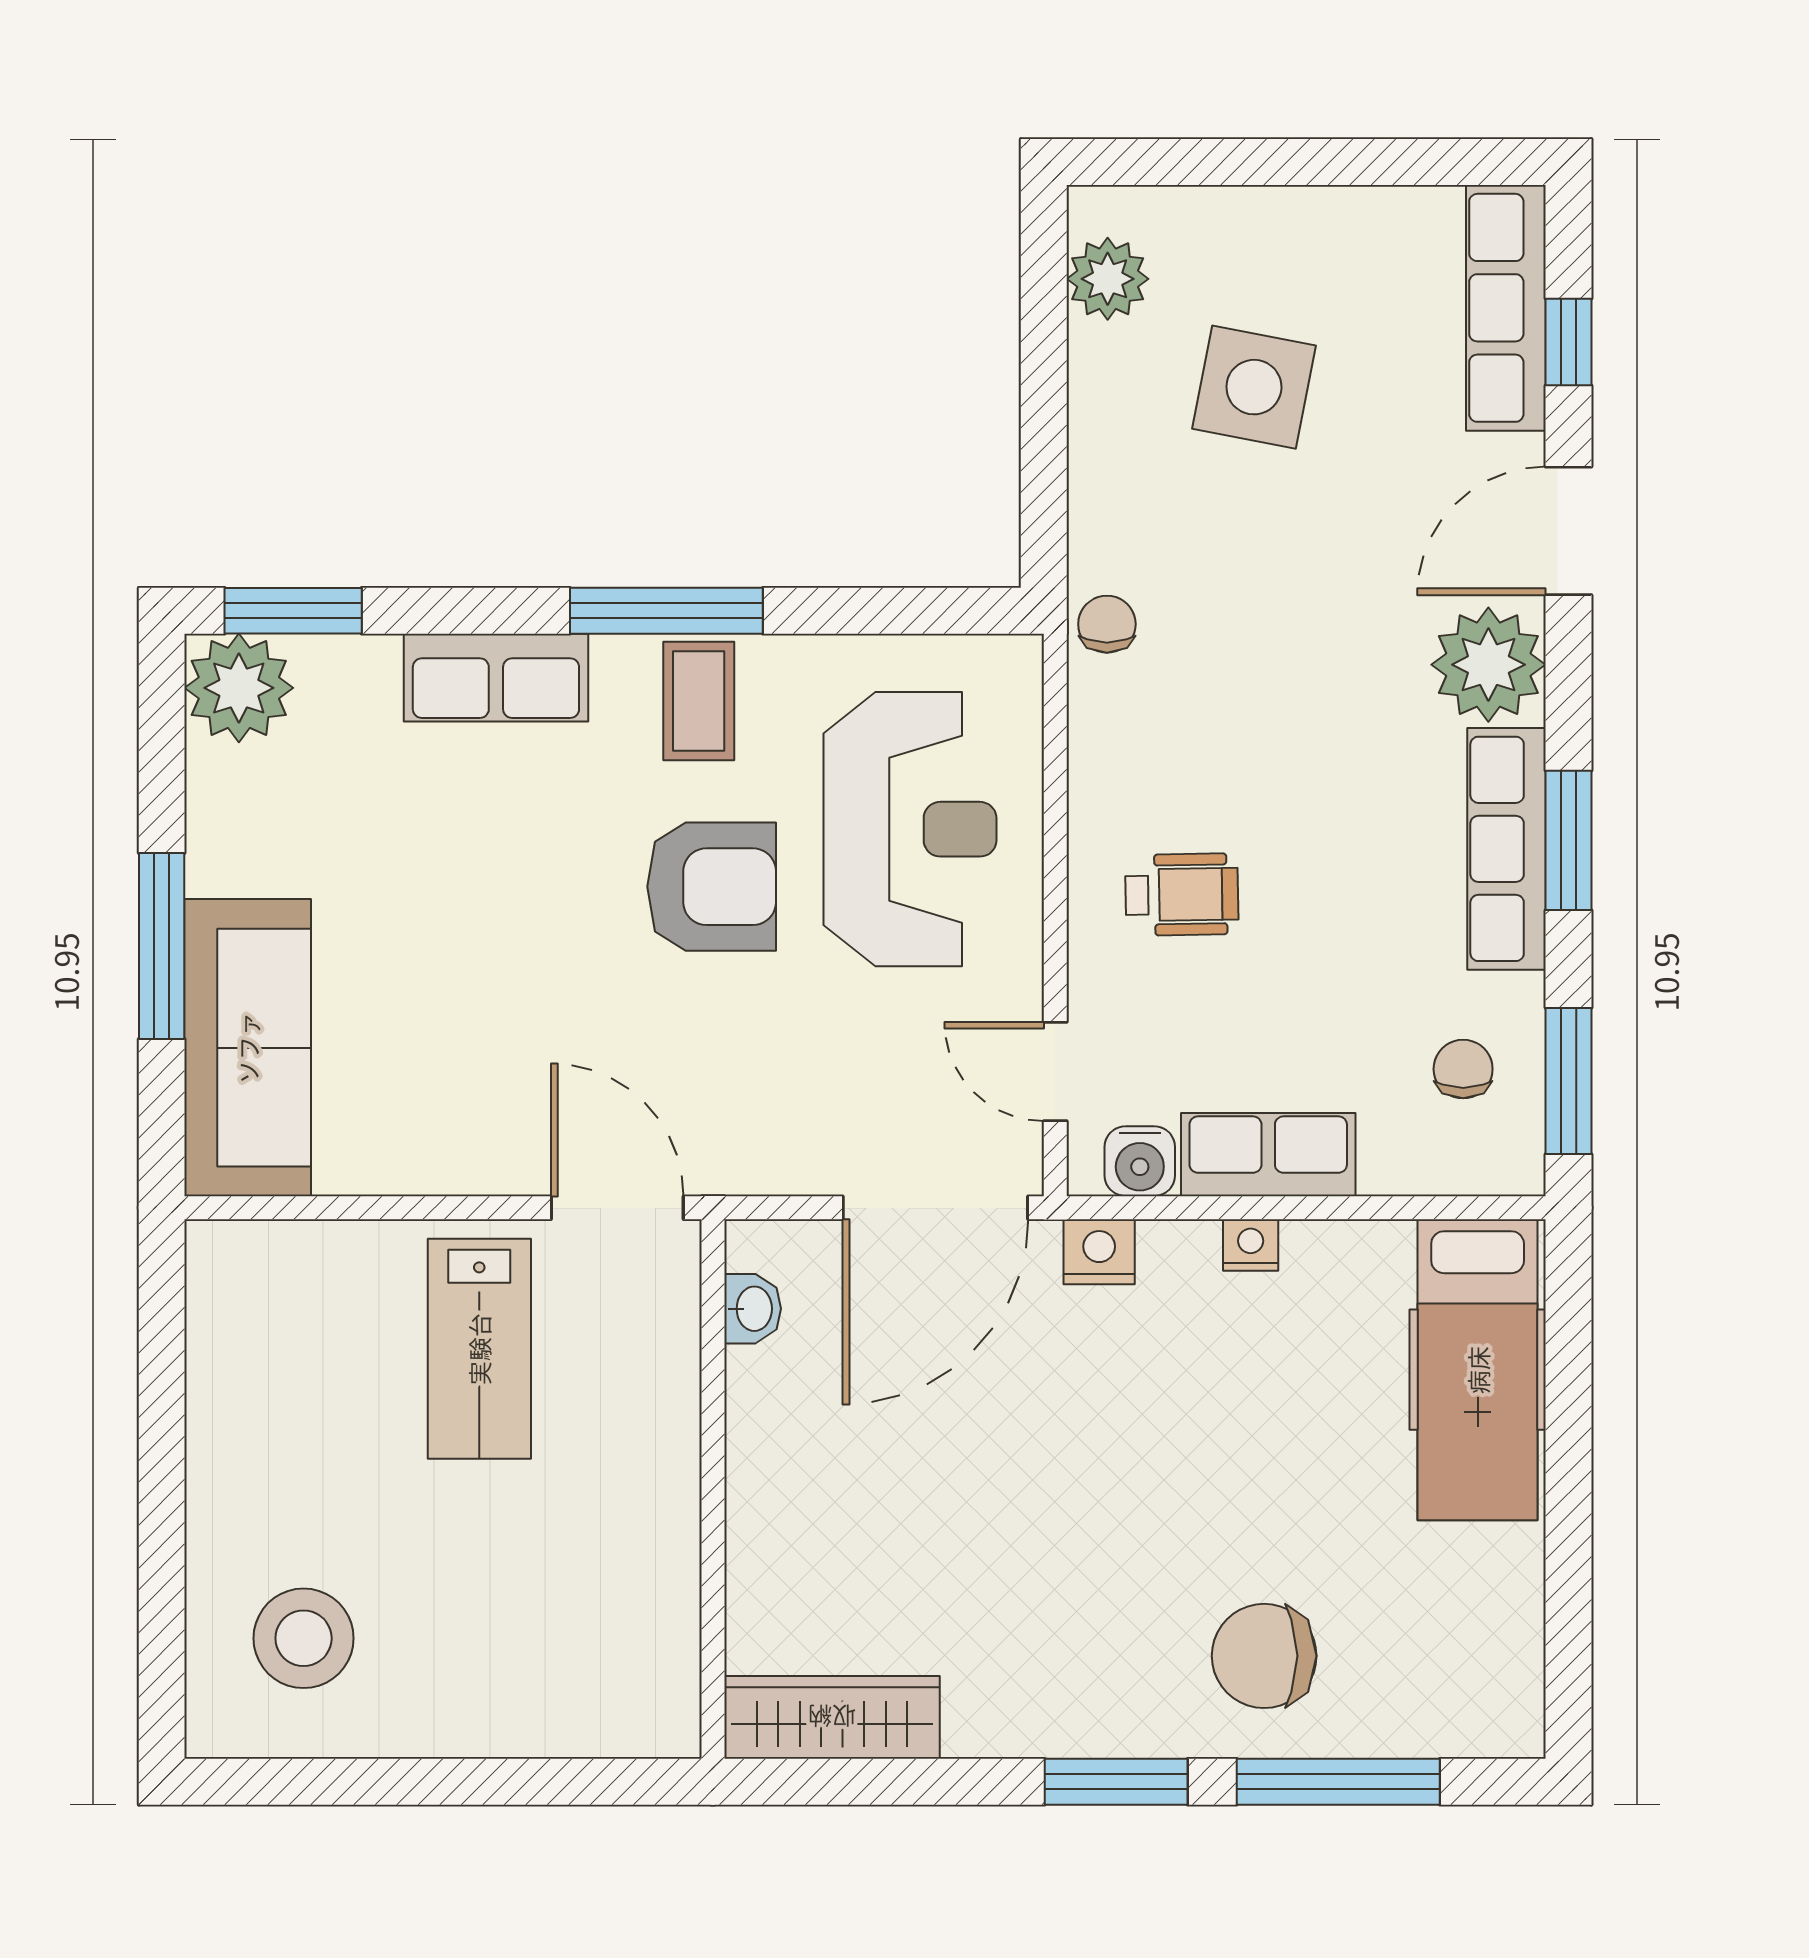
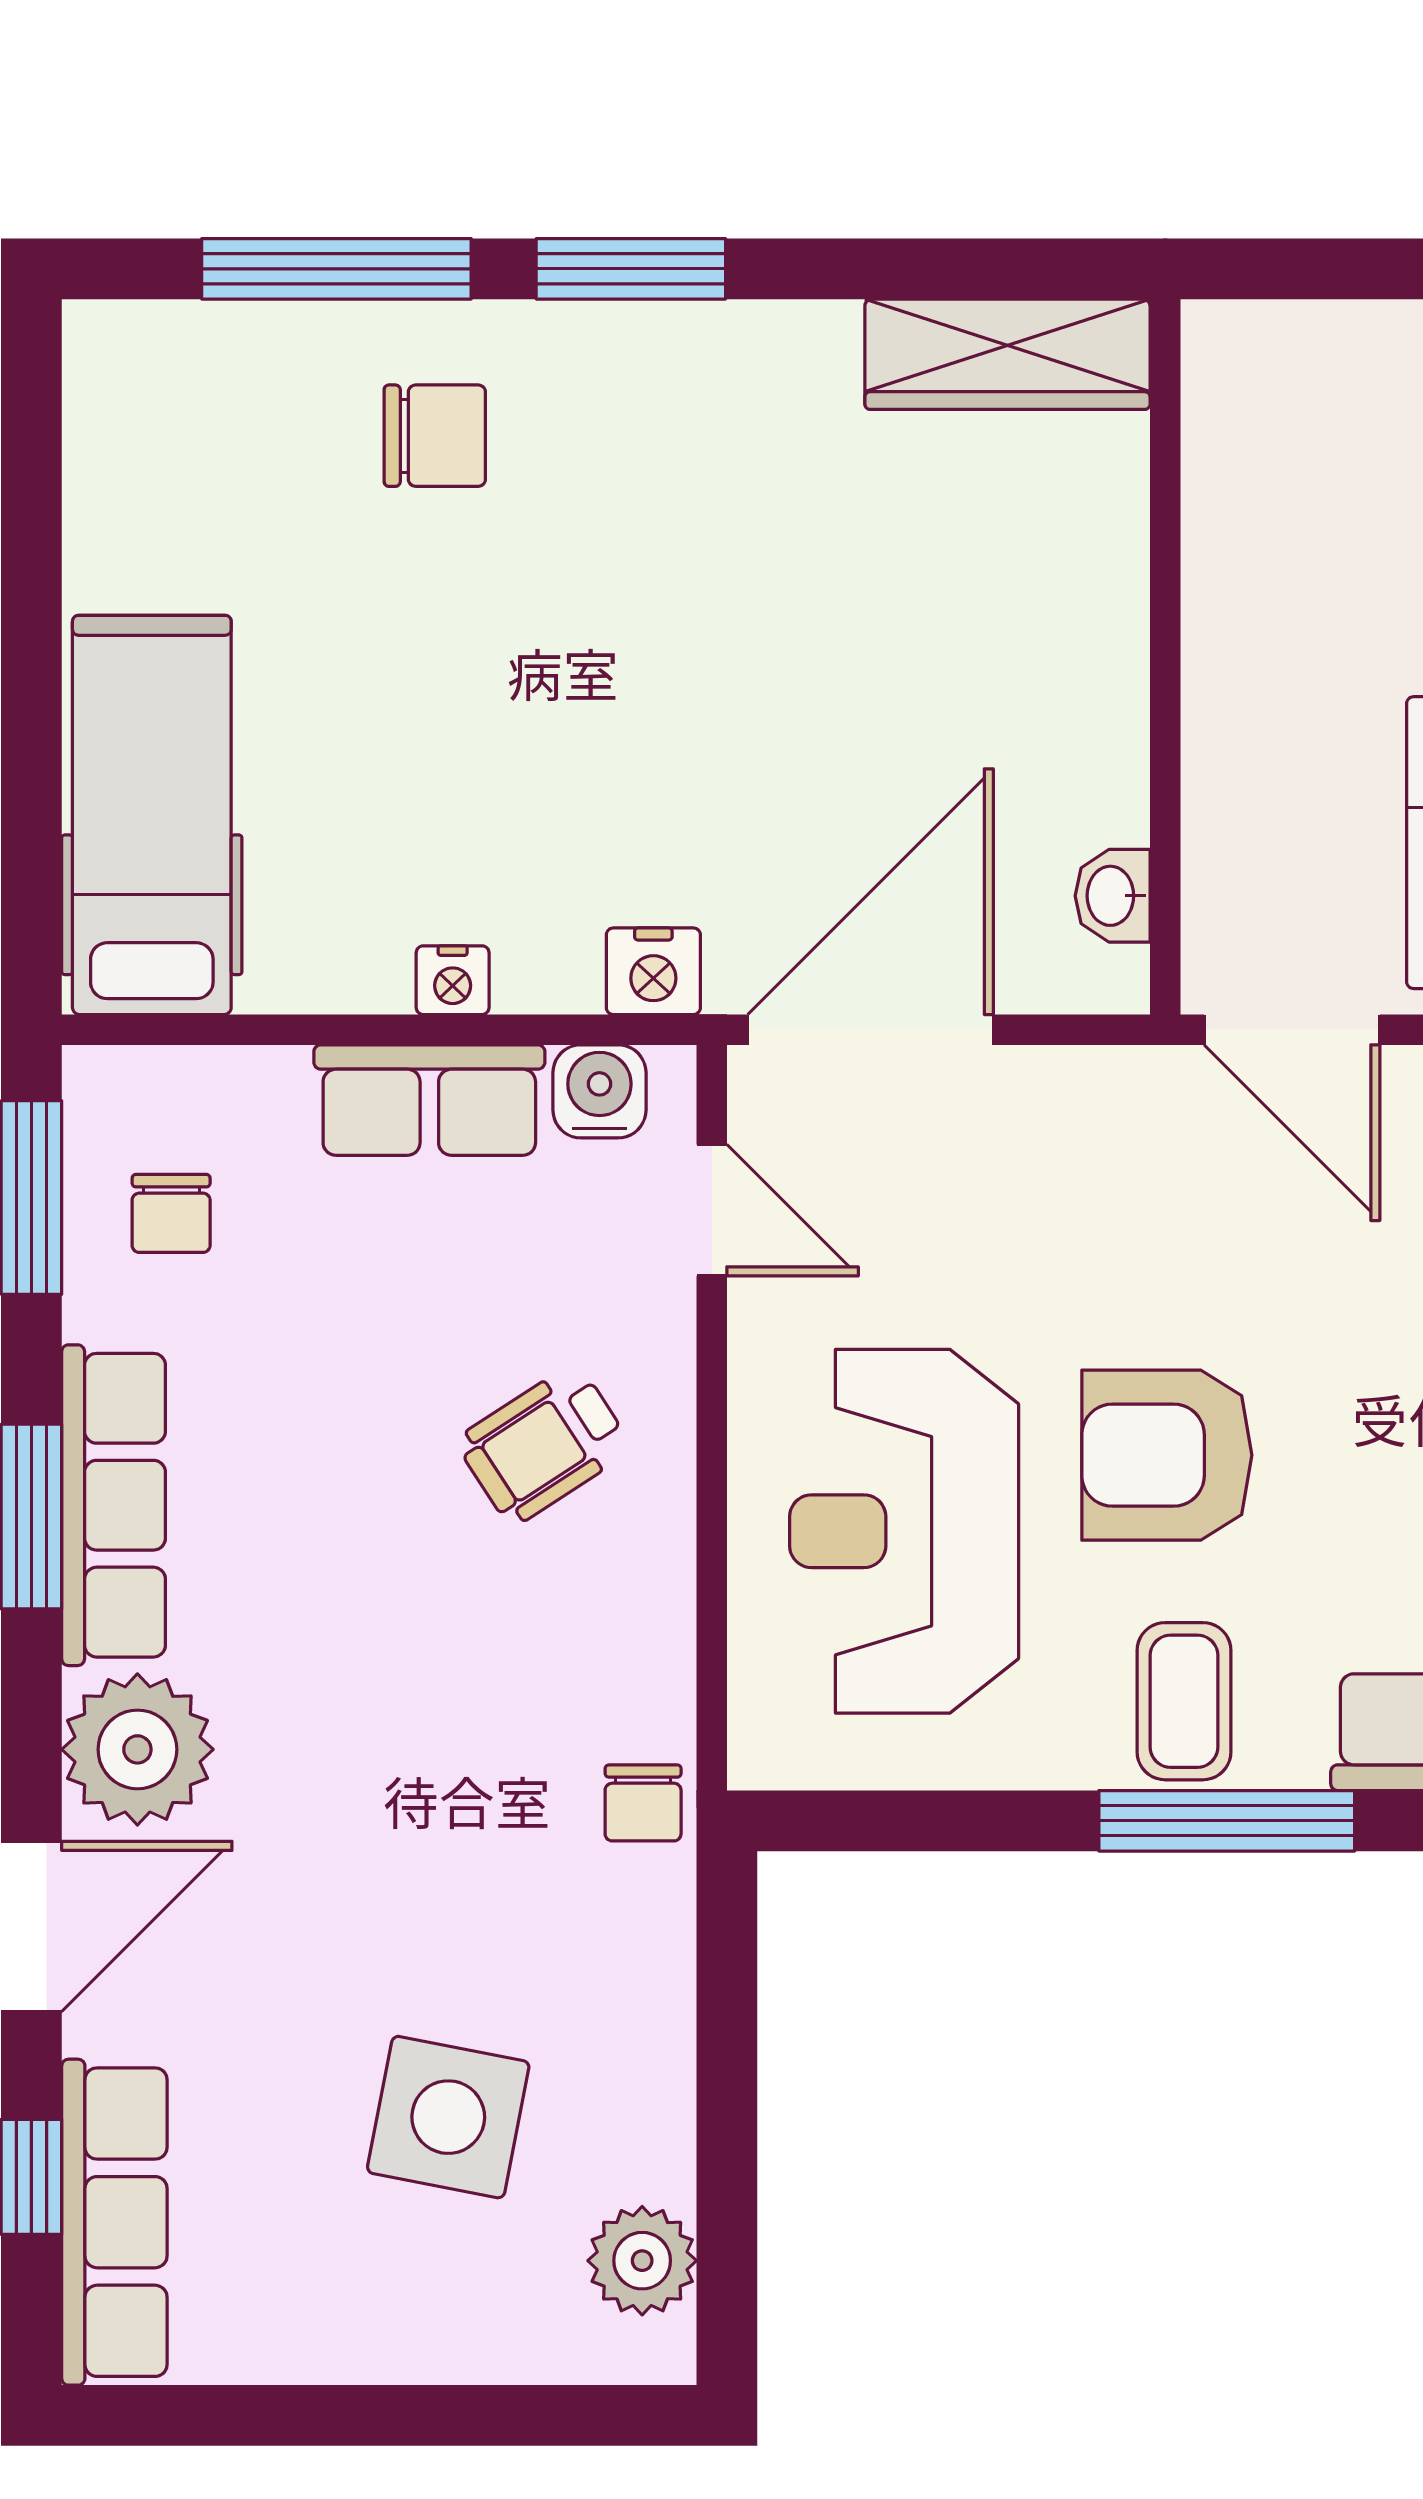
wheelchair: (1182, 895) -> (544, 1445), turned -32
chair: (1264, 1656) -> (435, 436), width x0.73, depth x0.73

